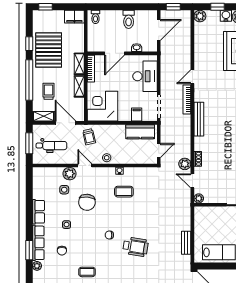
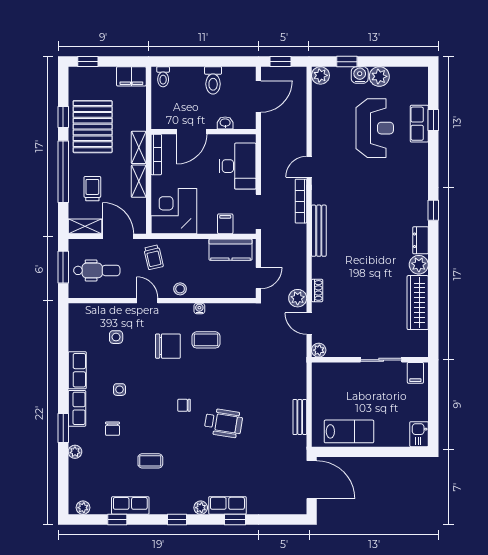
plant: (70, 174) -> (124, 313), removed
chair: (87, 202) -> (168, 346), moved, turned -96
row of seats: (38, 243) -> (77, 408), width x0.68

